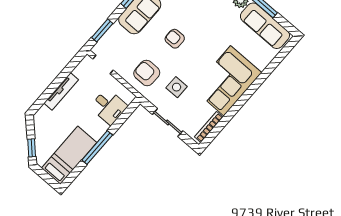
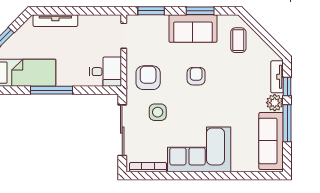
tv unit: (61, 91) -> (55, 21), moved
desk: (109, 107) -> (106, 72), moved, turned -90
sliding door: (168, 123) -> (122, 130), width x1.37

